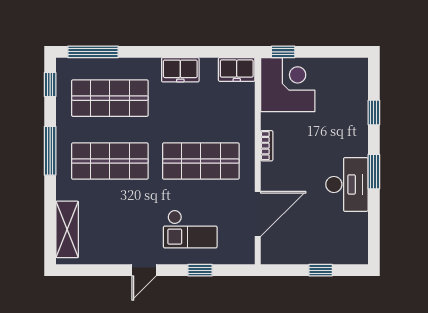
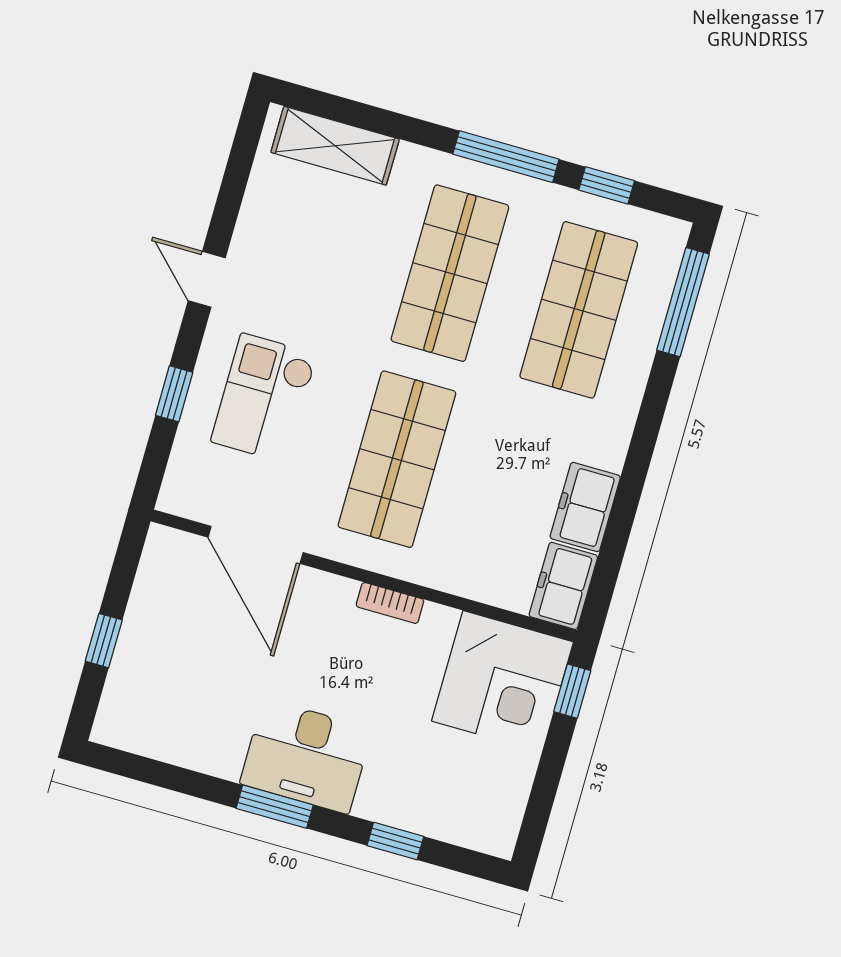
freezer: (180, 70) -> (585, 507), moved
window: (50, 85) -> (607, 185), moved
desk: (347, 184) -> (306, 756), moved

